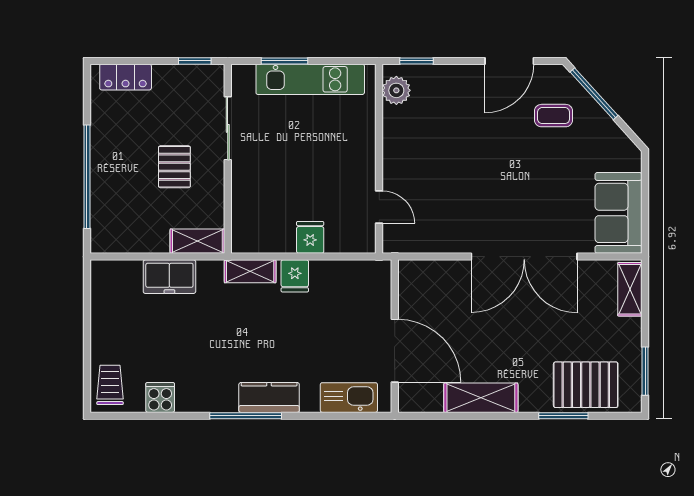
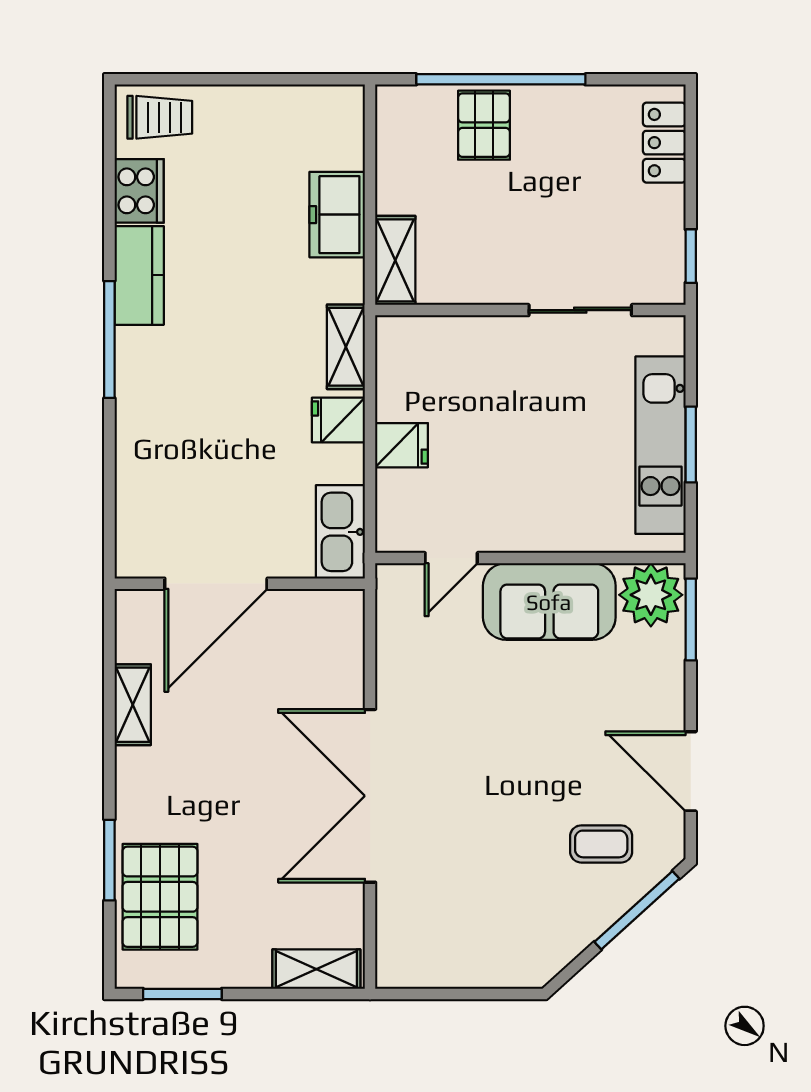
window: (285, 61) -> (691, 445), moved
window: (416, 61) -> (691, 619), width x1.50
plant: (396, 90) -> (651, 595), width x1.36, depth x1.36
coffee table: (554, 116) -> (601, 844), turned 90
pallet: (174, 167) -> (484, 125), moved, turned 90
sofa: (619, 213) -> (549, 602), moved, turned 180
kitchen counter: (269, 397) -> (139, 275), moved
cooker: (160, 398) -> (139, 191), width x1.36
kitchen sink: (349, 398) -> (340, 532), moved, turned 180
shelving: (481, 398) -> (133, 705), width x0.67, depth x0.75

